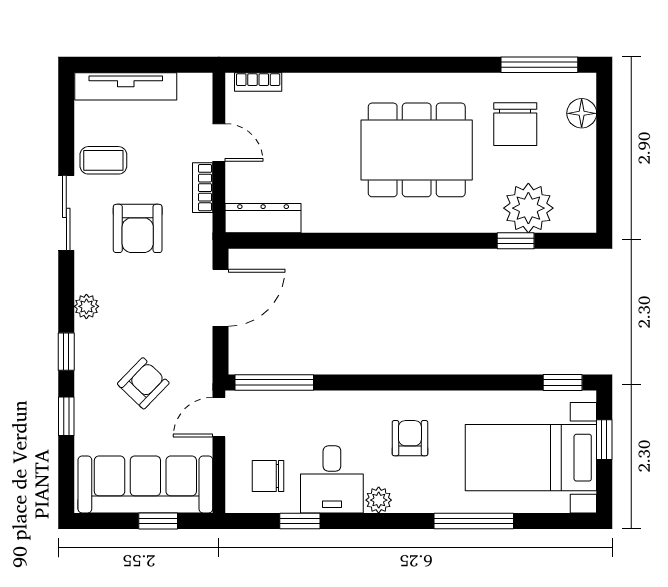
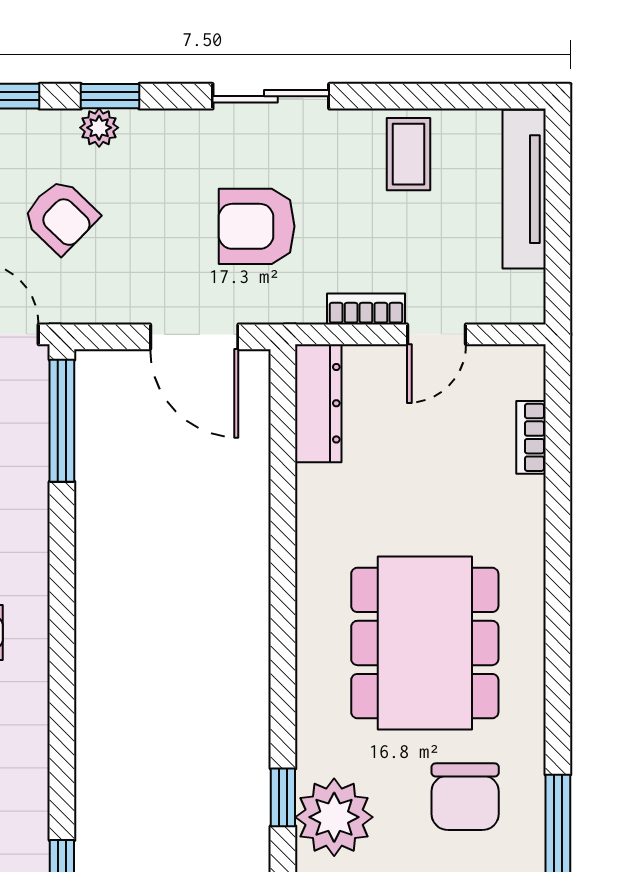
bookcase: (258, 82) -> (531, 437), moved
chair: (515, 124) -> (465, 797), turned -90
sliding door: (66, 213) -> (271, 96), moved
armchair: (138, 228) -> (257, 226), moved
plant: (86, 306) -> (99, 128), moved

